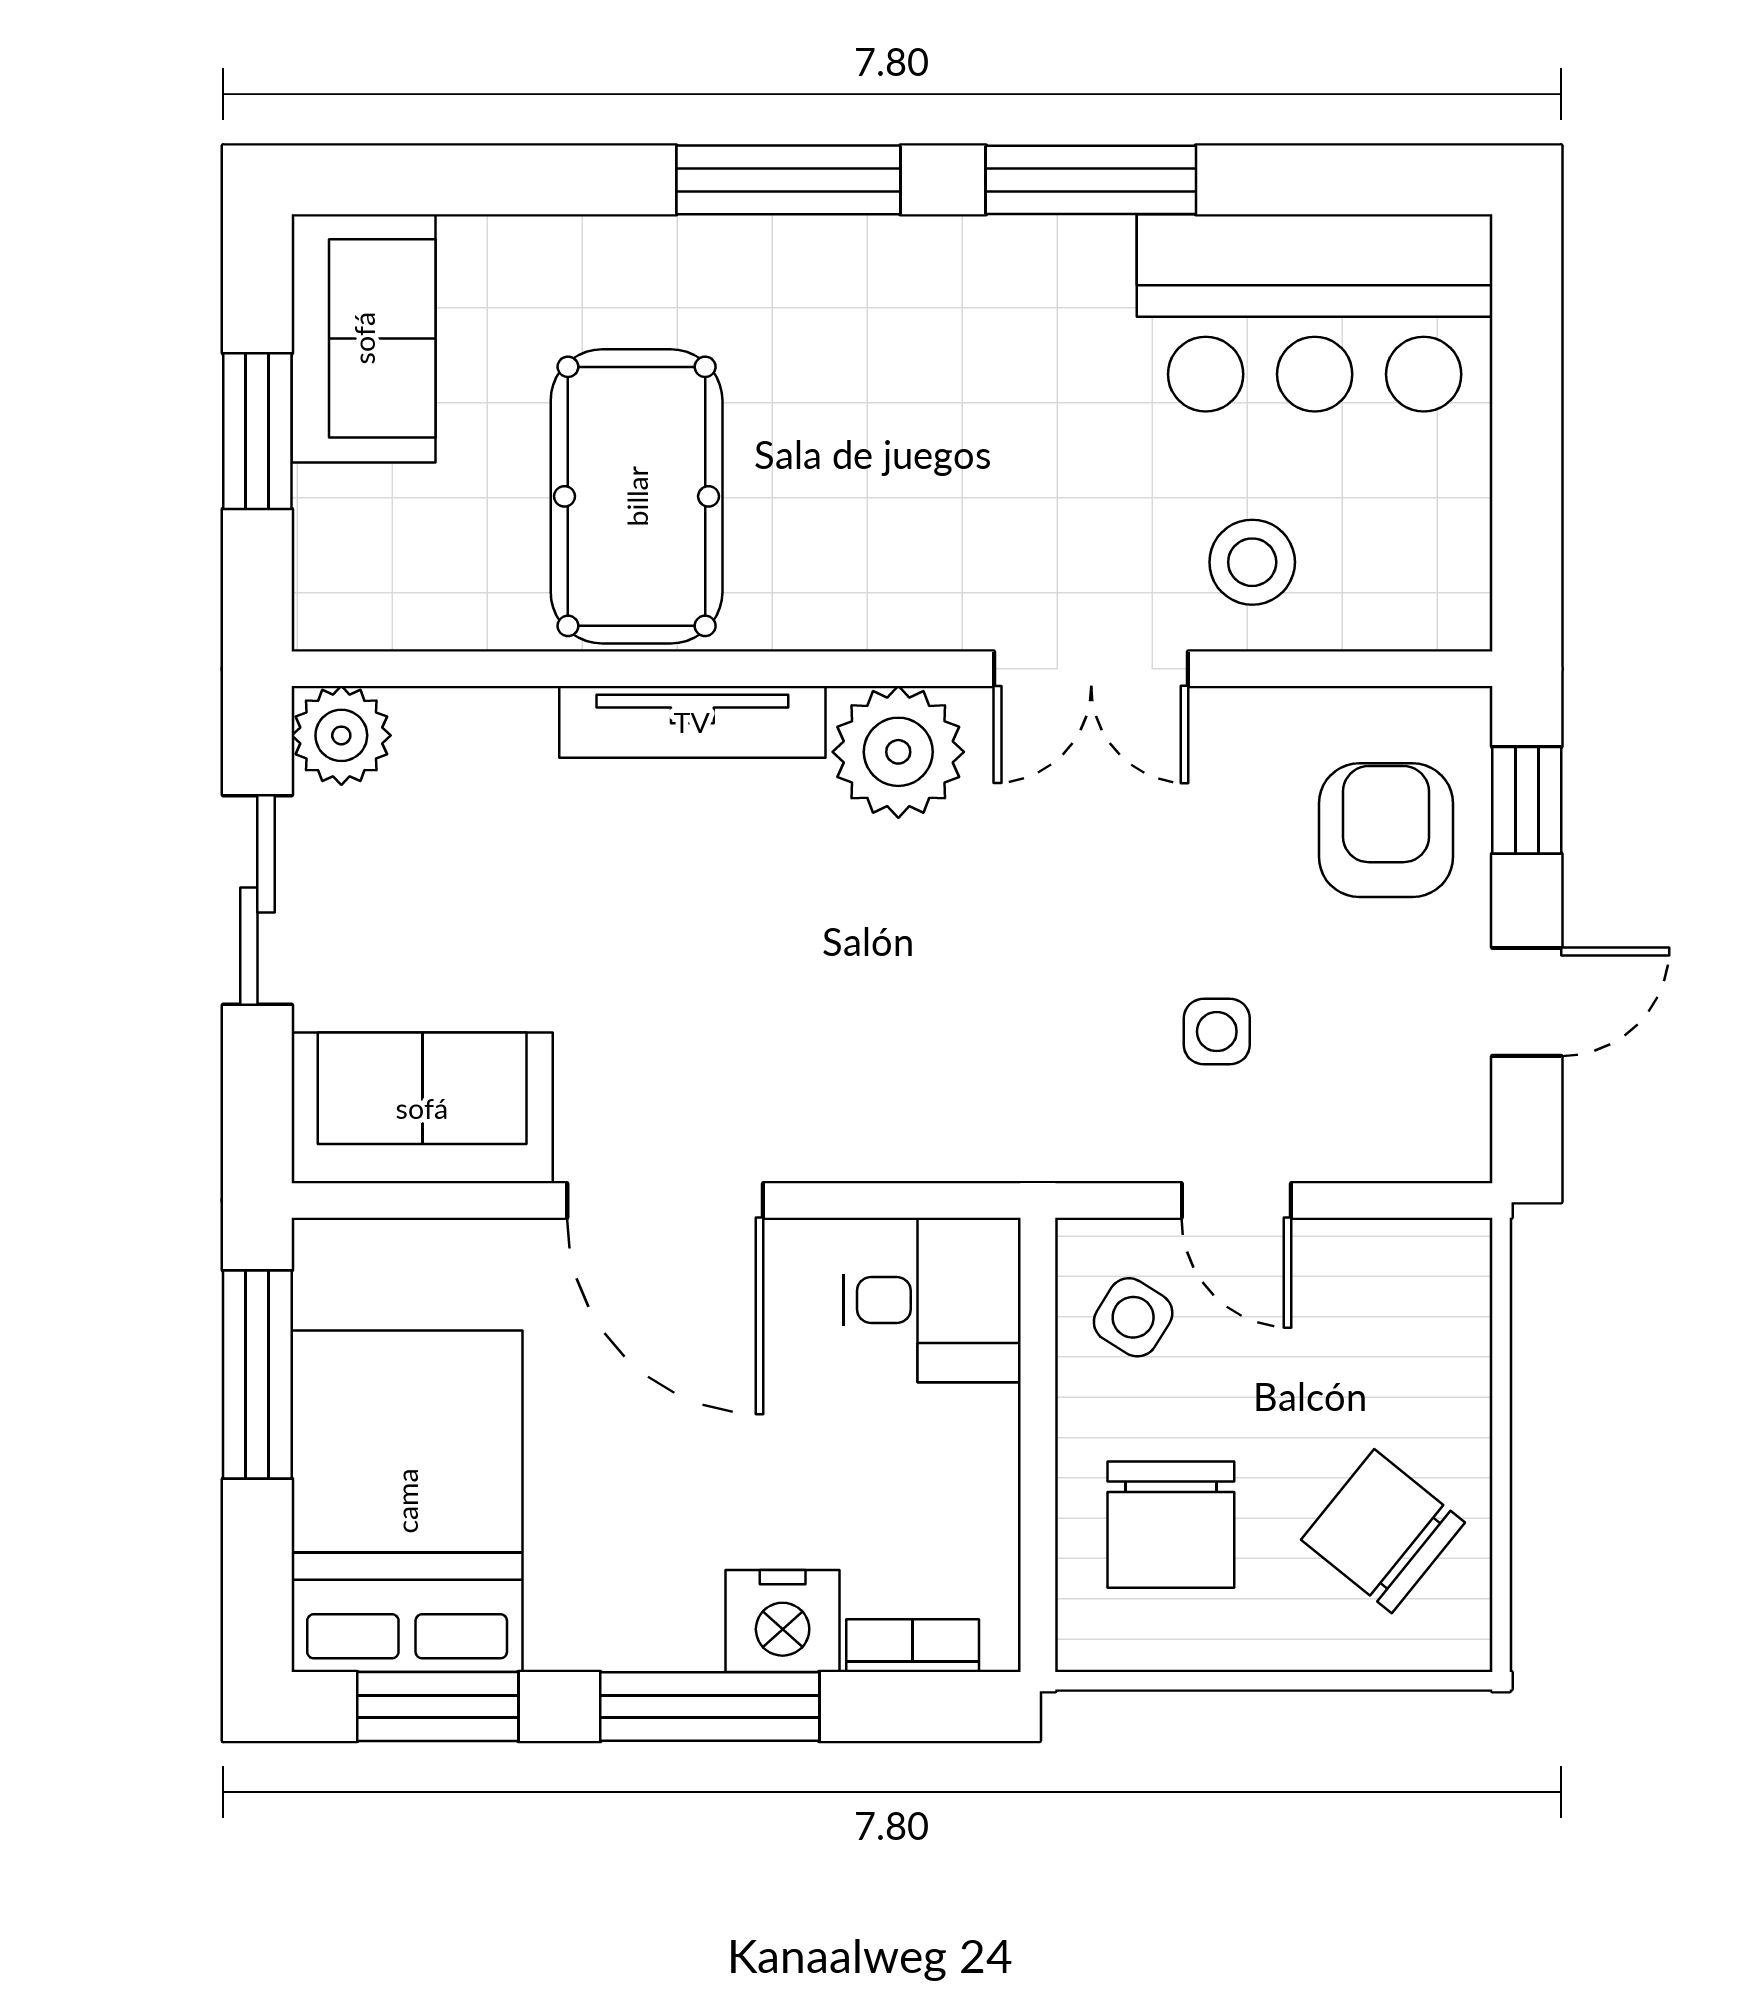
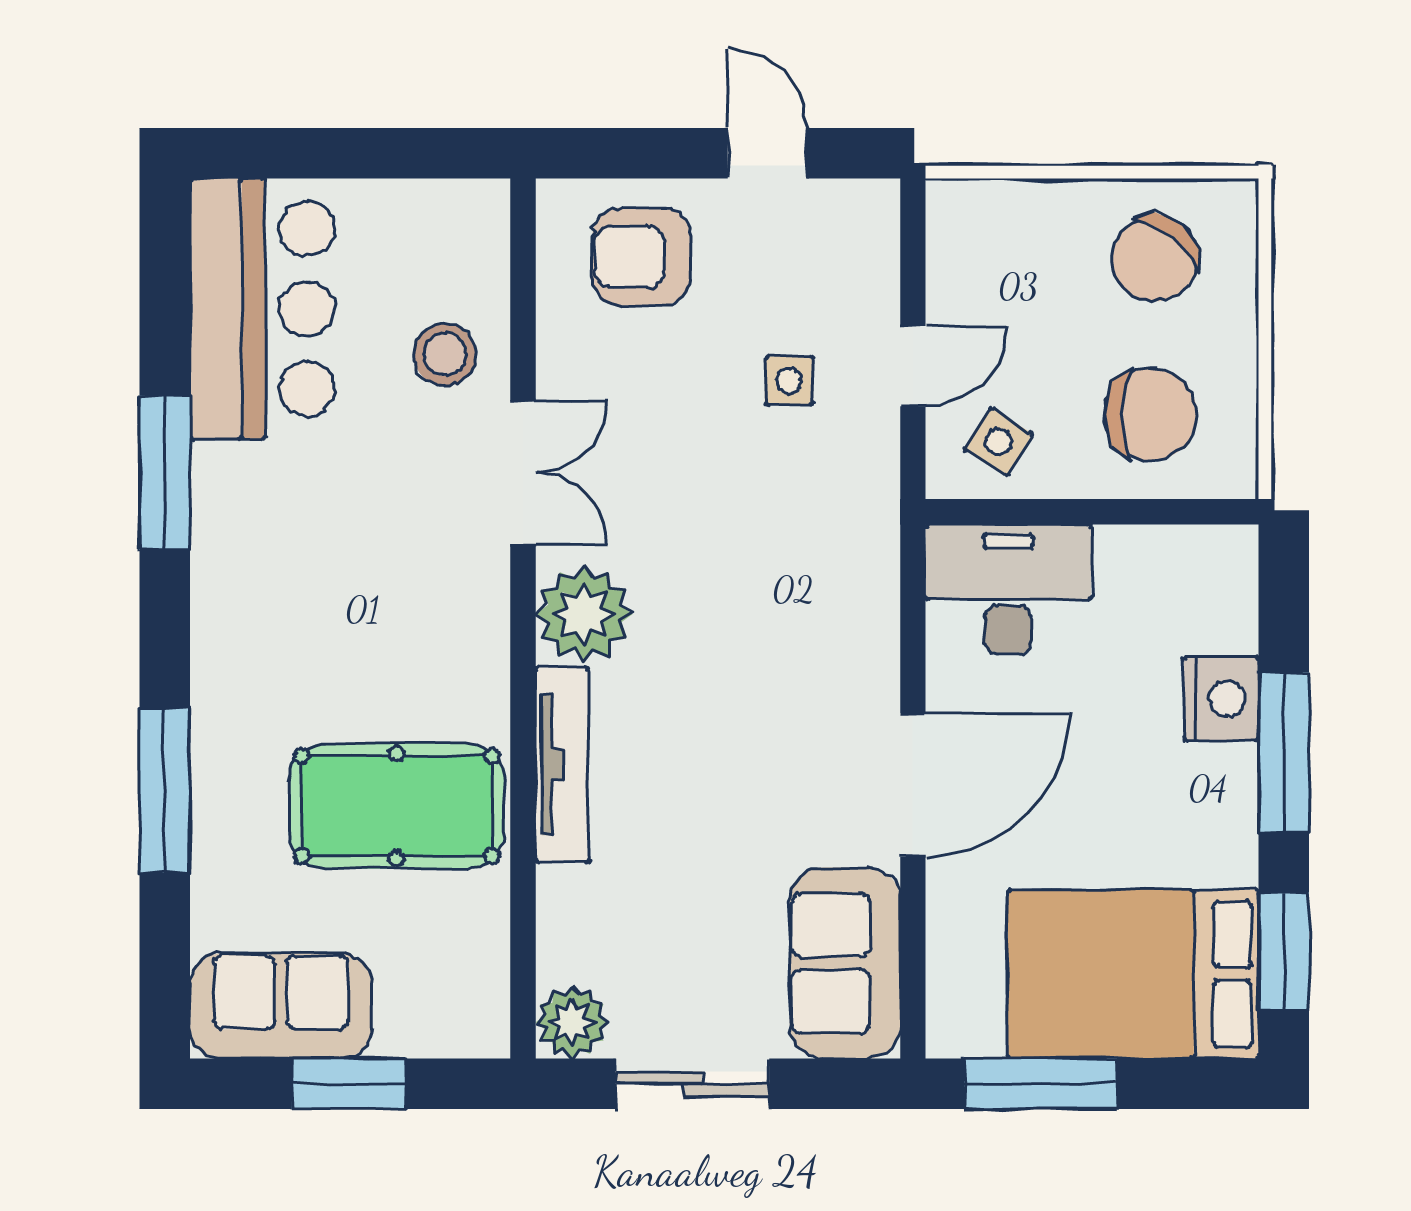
window: (788, 180) -> (165, 791), moved
window: (1527, 800) -> (619, 153), removed
desk: (932, 1300) -> (1008, 589), width x1.37
bookcase: (913, 1646) -> (1239, 603), removed

